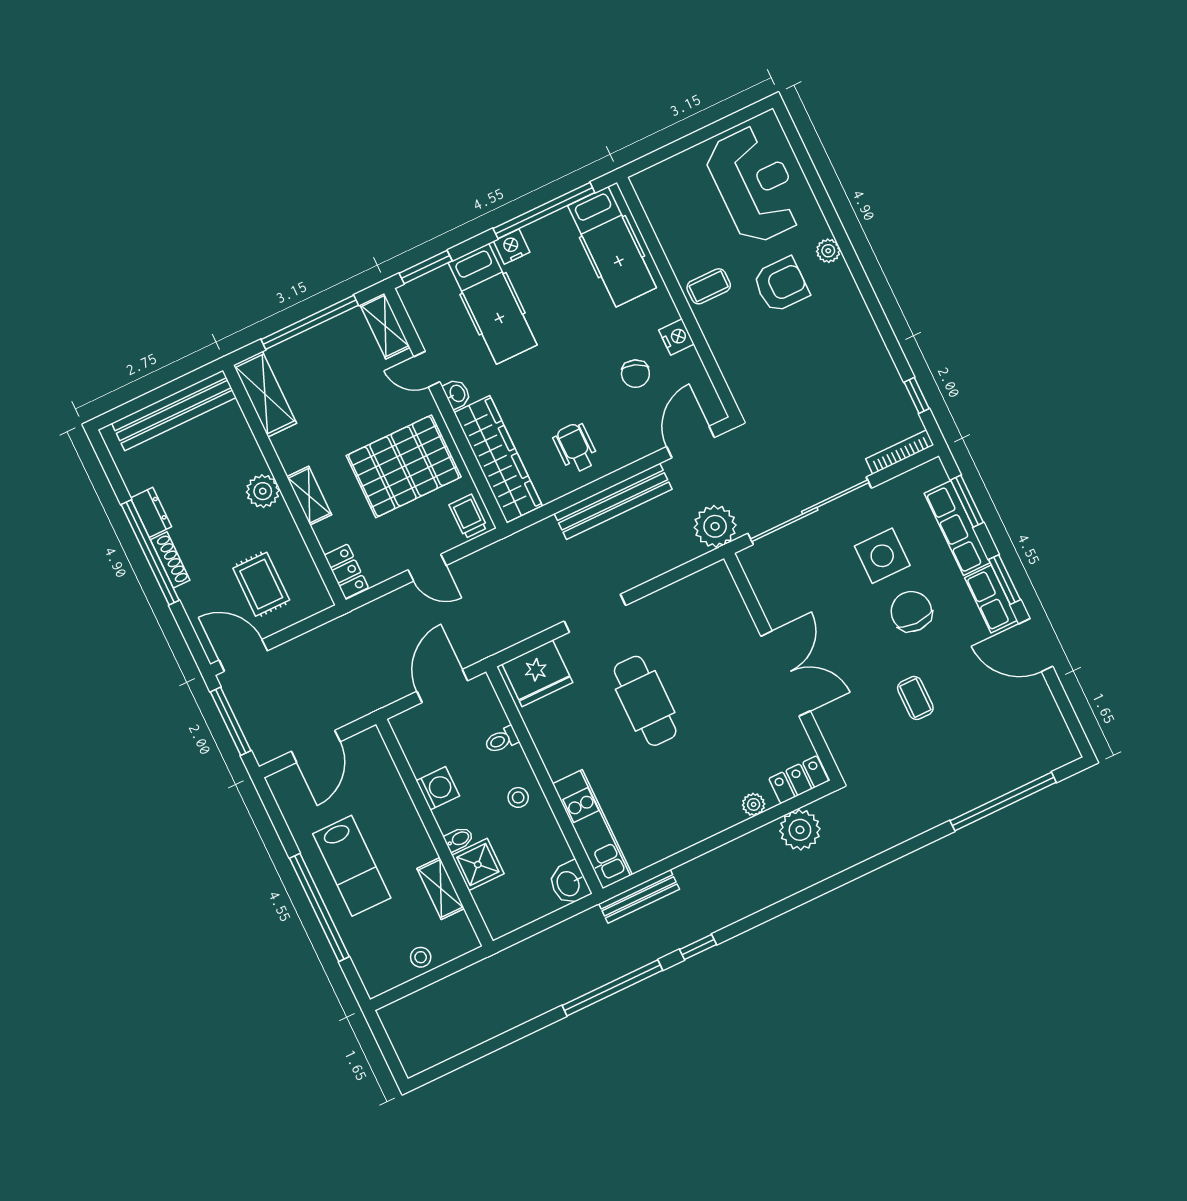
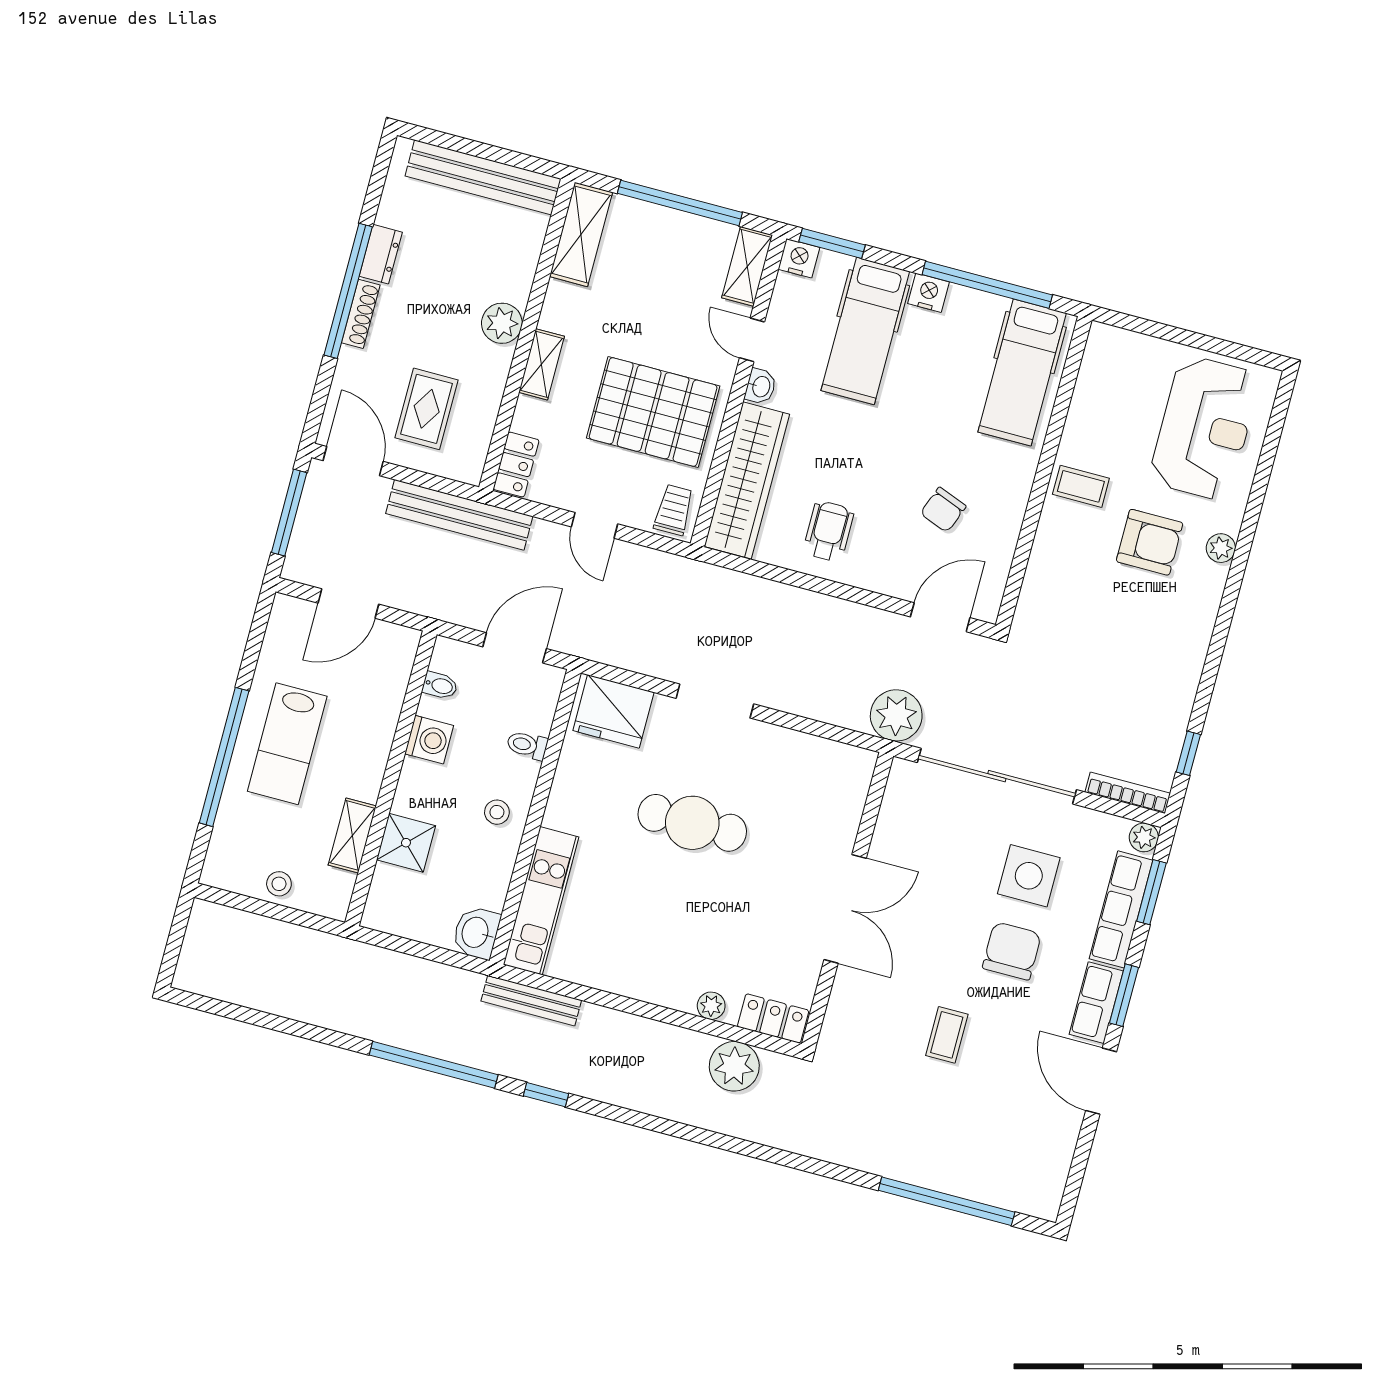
nightstand: (677, 337) -> (799, 258), moved, turned -90
plant: (933, 471) -> (1144, 837), added
bench: (613, 501) -> (459, 515), moved
cafe table: (645, 701) -> (692, 823), turned 90
bidet: (459, 839) -> (440, 686), moved

